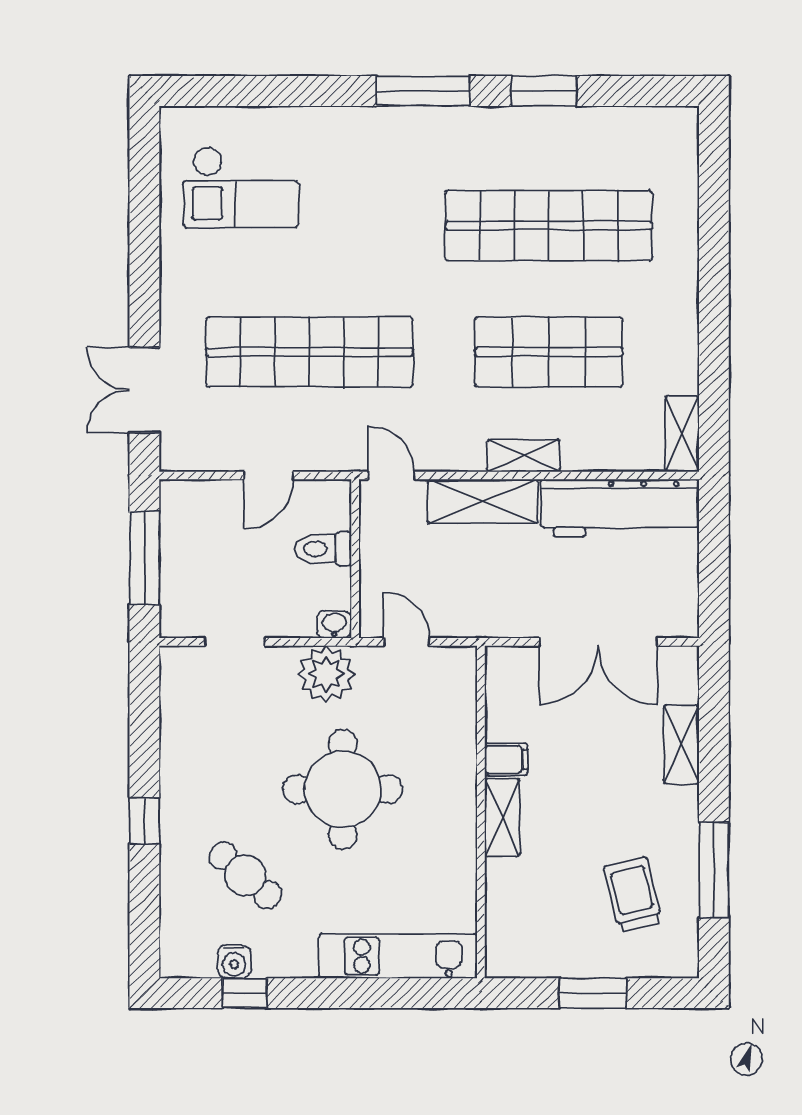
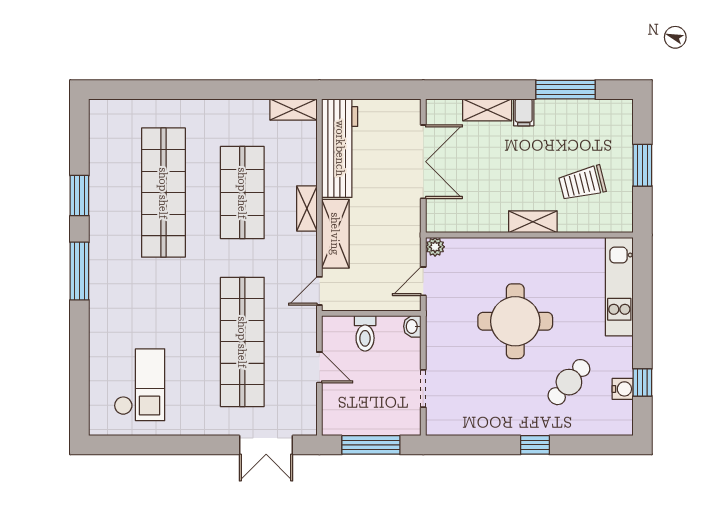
plant: (326, 674) -> (435, 247), moved, width x0.53, depth x0.53
filing cabinet: (506, 759) -> (524, 112), moved, turned 180
trolley: (633, 895) -> (582, 183), moved

